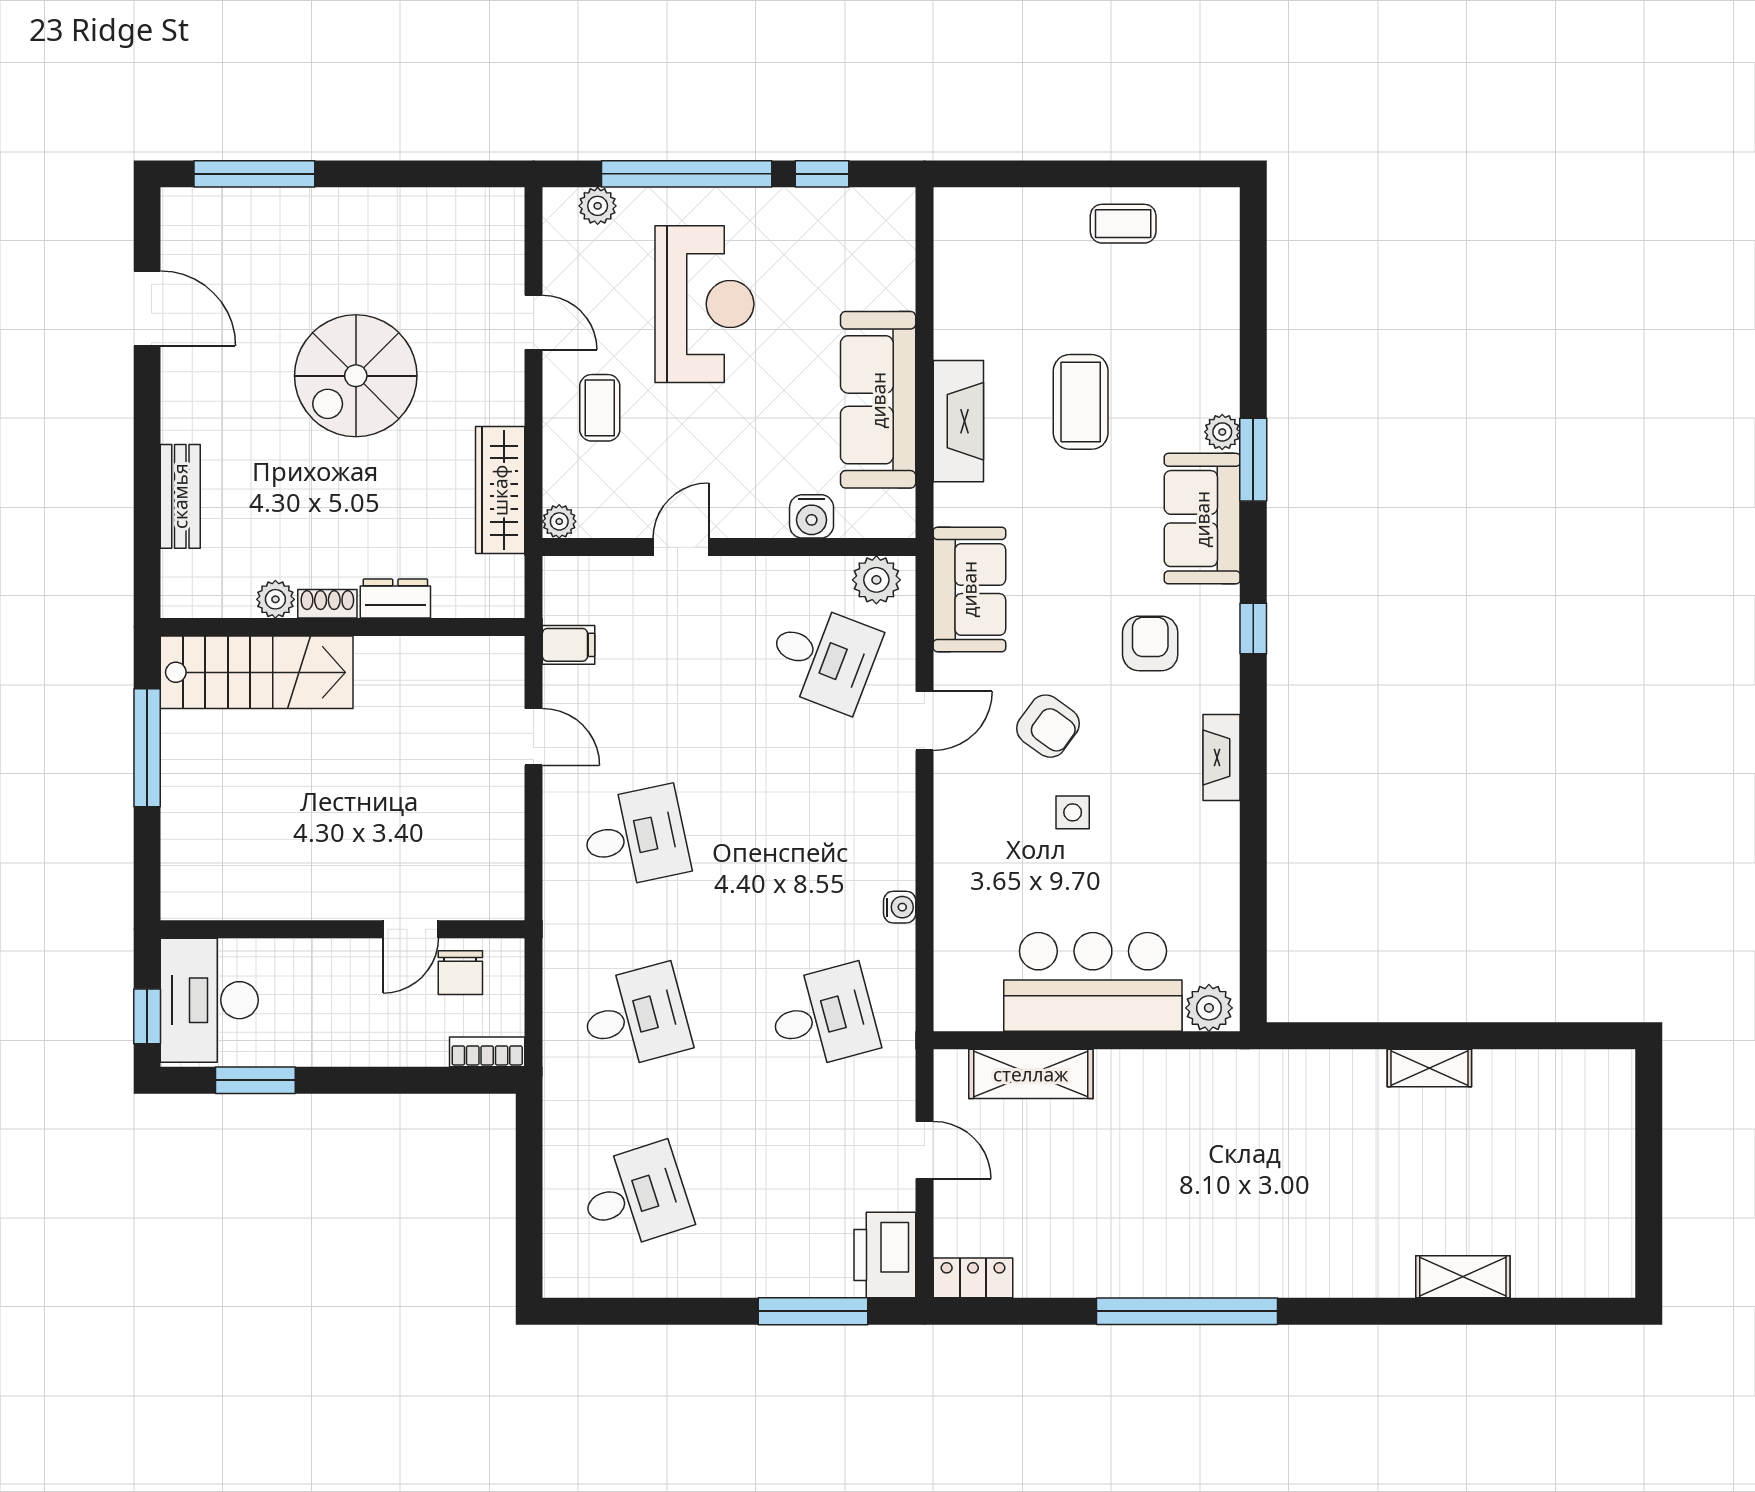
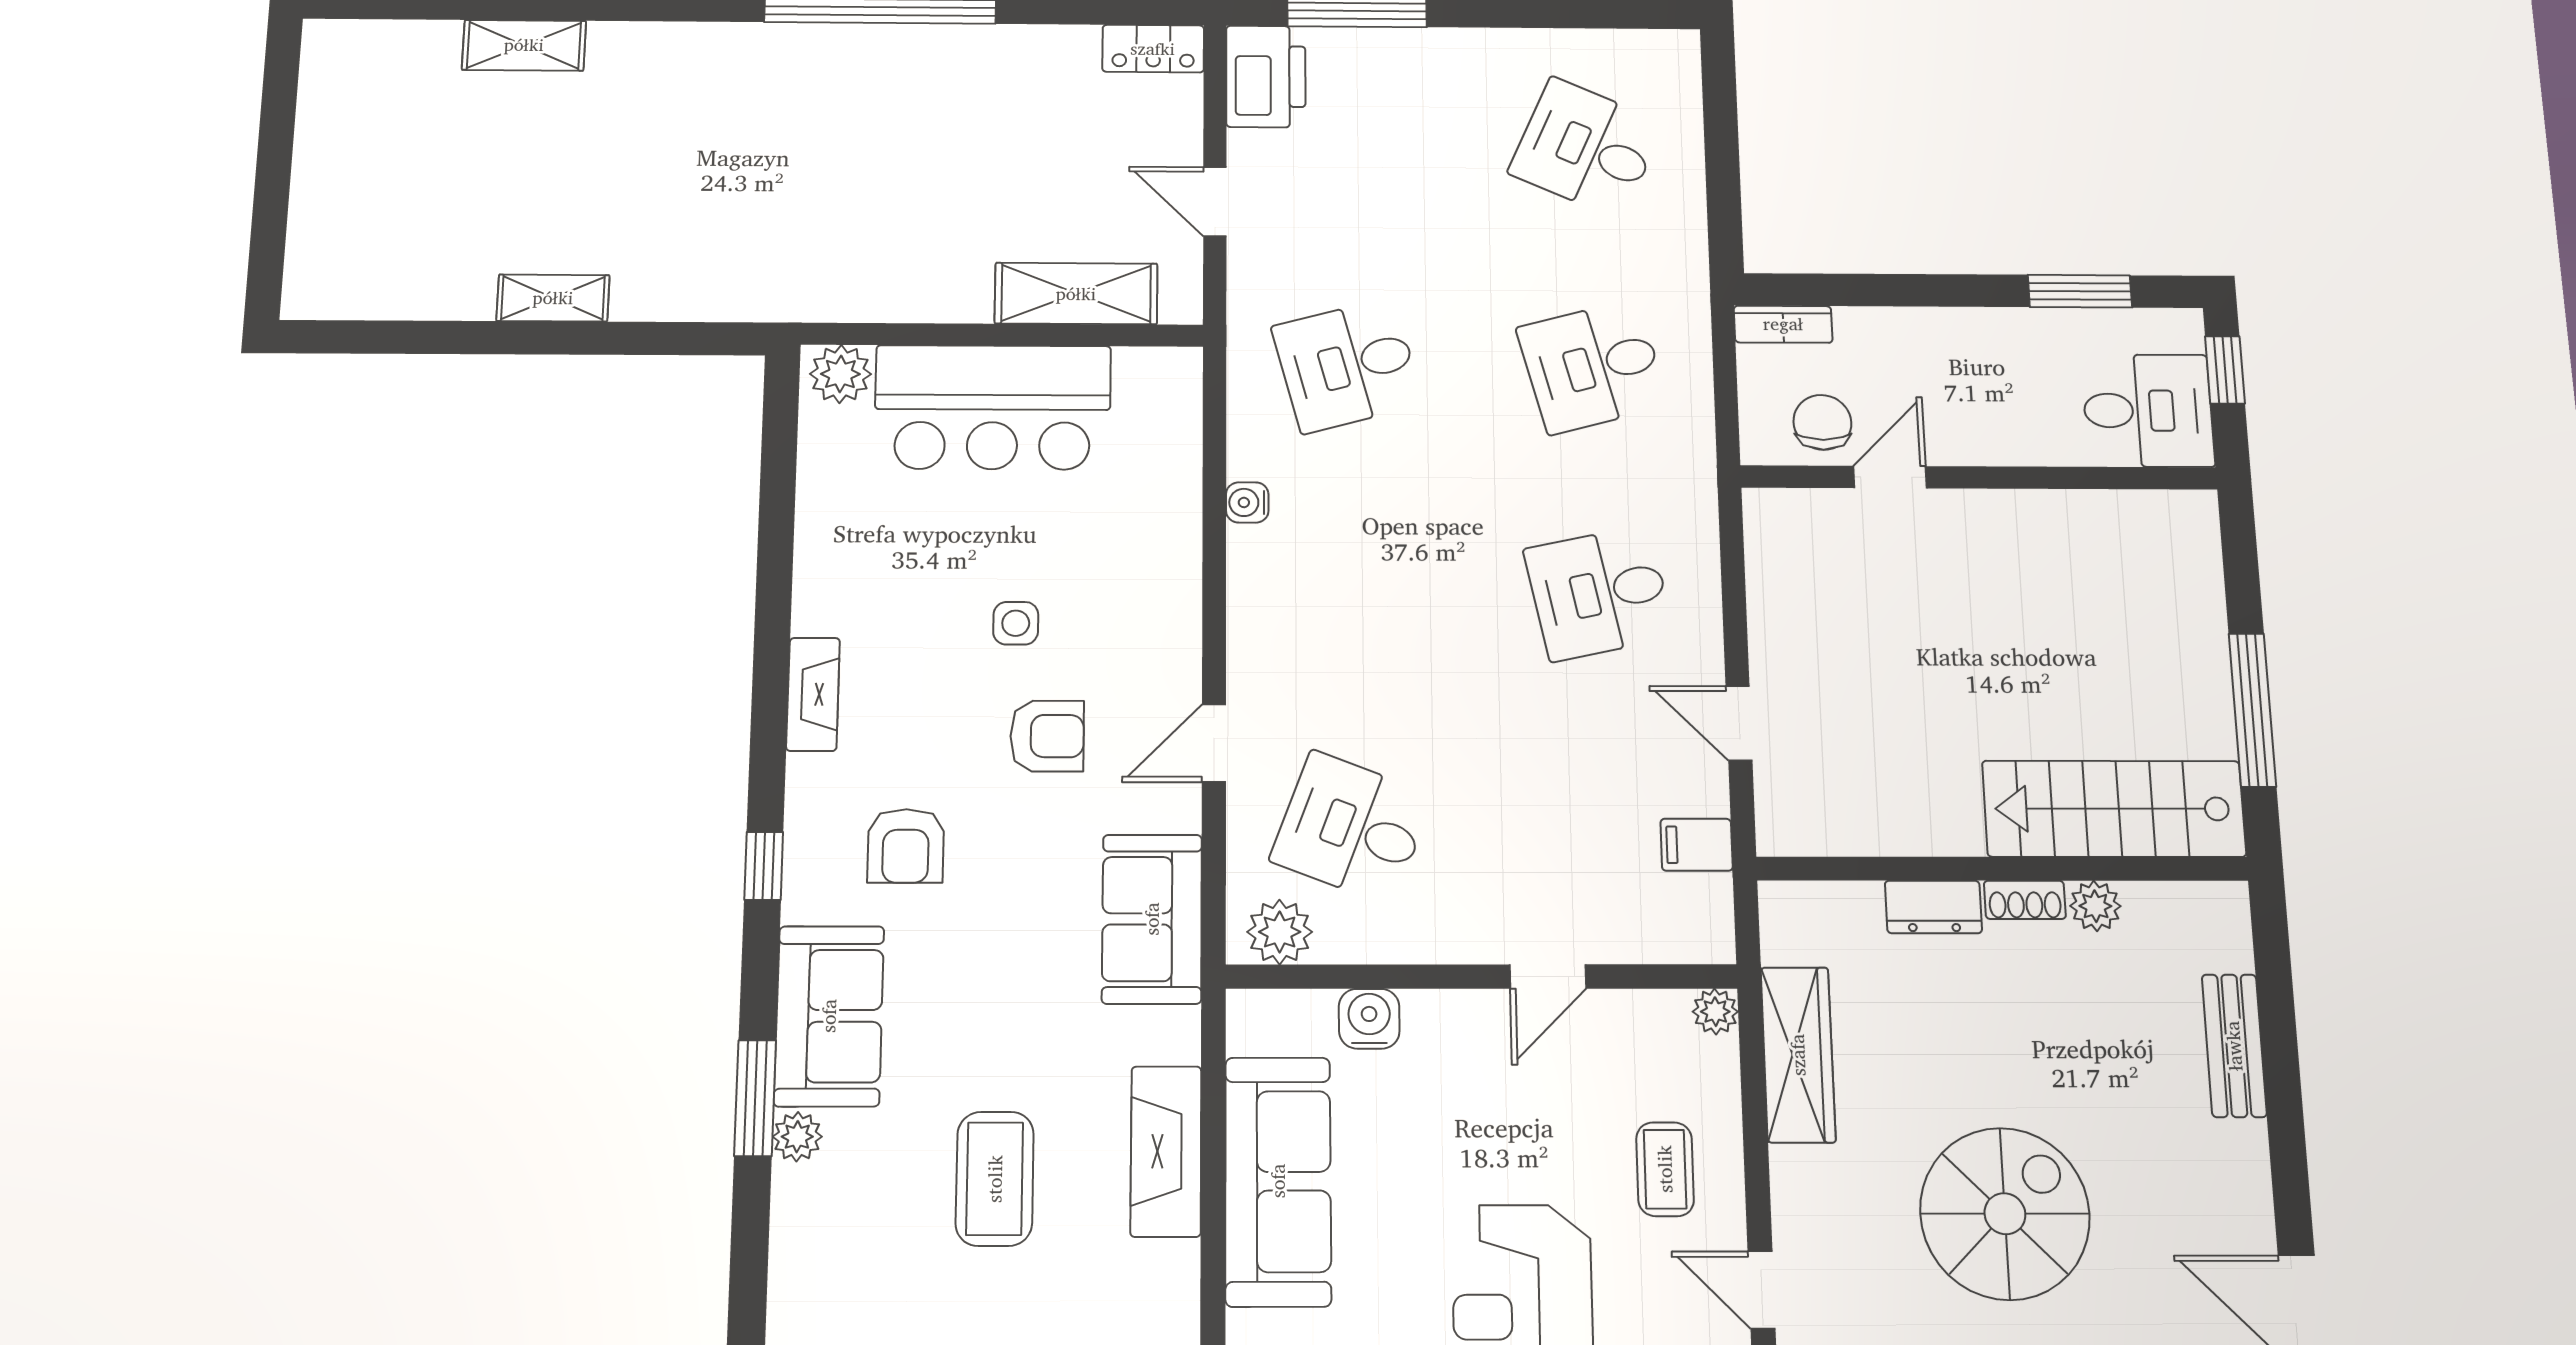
armchair: (1048, 726) -> (1047, 736), turned 144
desk: (209, 1000) -> (2148, 411), width x0.73
desk: (635, 1197) -> (1586, 148), turned 42

